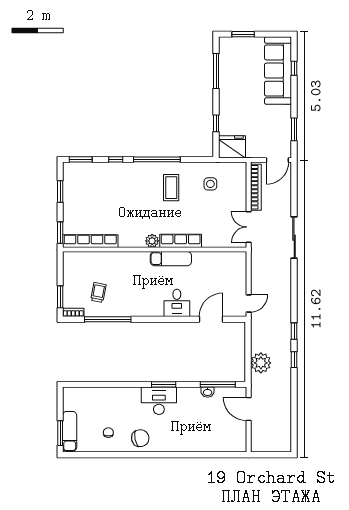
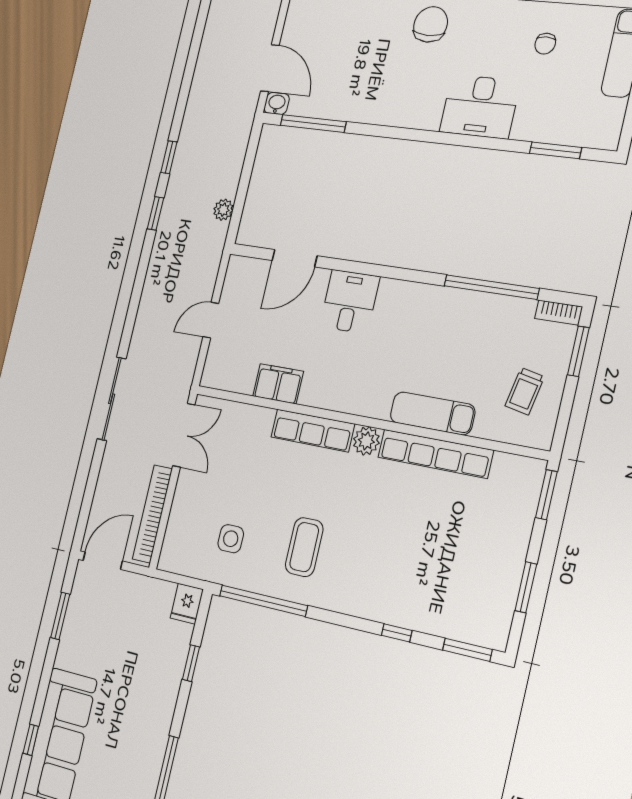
fridge: (232, 147) -> (187, 604), width x0.53, depth x0.75
window: (157, 159) -> (263, 601), moved
row of seats: (90, 241) -> (435, 454), moved
exam couch: (171, 259) -> (432, 413), moved
filing cabinet: (204, 259) -> (278, 384), added
trolley: (98, 292) -> (525, 391), moved
door: (249, 303) -> (211, 320), moved
plant: (261, 363) -> (223, 210), moved, width x0.53, depth x0.53
window: (164, 384) -> (556, 150), moved
washbasin: (208, 392) -> (277, 103), moved
desk: (159, 401) -> (480, 107), moved
chair: (140, 438) -> (431, 24), moved, turned 101

